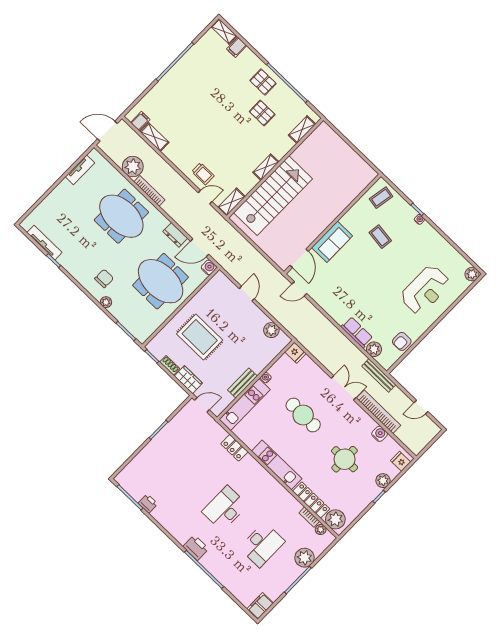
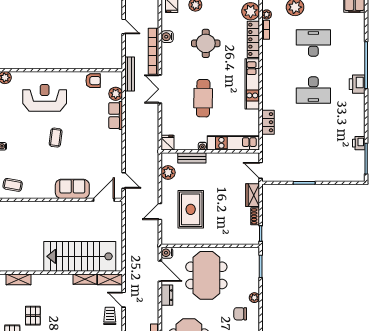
shelving: (266, 167) -> (85, 279), moved
coffee table: (380, 237) -> (56, 138), moved
rug: (200, 337) -> (191, 209), moved
bench: (242, 383) -> (192, 158), moved

